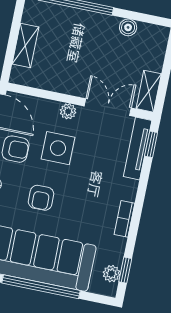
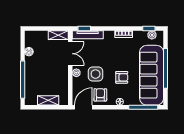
double door: (108, 107) -> (70, 54), swing flipped

